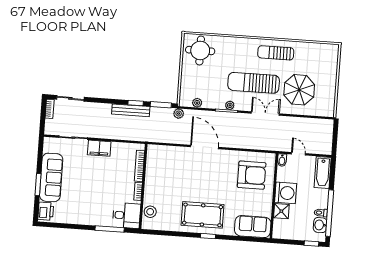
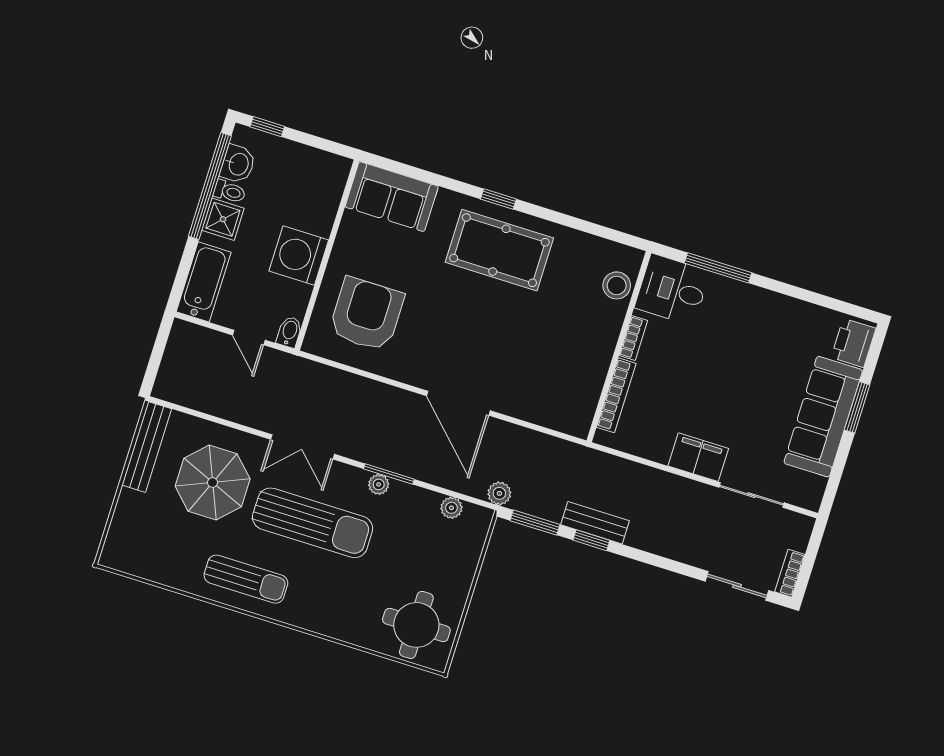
bench: (330, 98) -> (147, 447), added
bench: (131, 110) -> (595, 523), width x0.73
armchair: (252, 175) -> (366, 314), turned 90
shower: (281, 211) -> (223, 219), moved

